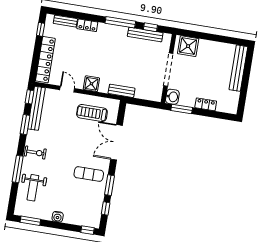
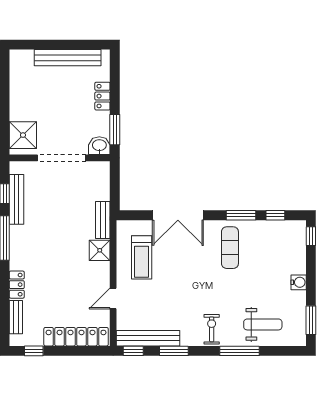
bench: (238, 68) -> (68, 58), moved
shower: (91, 84) -> (100, 250), moved

